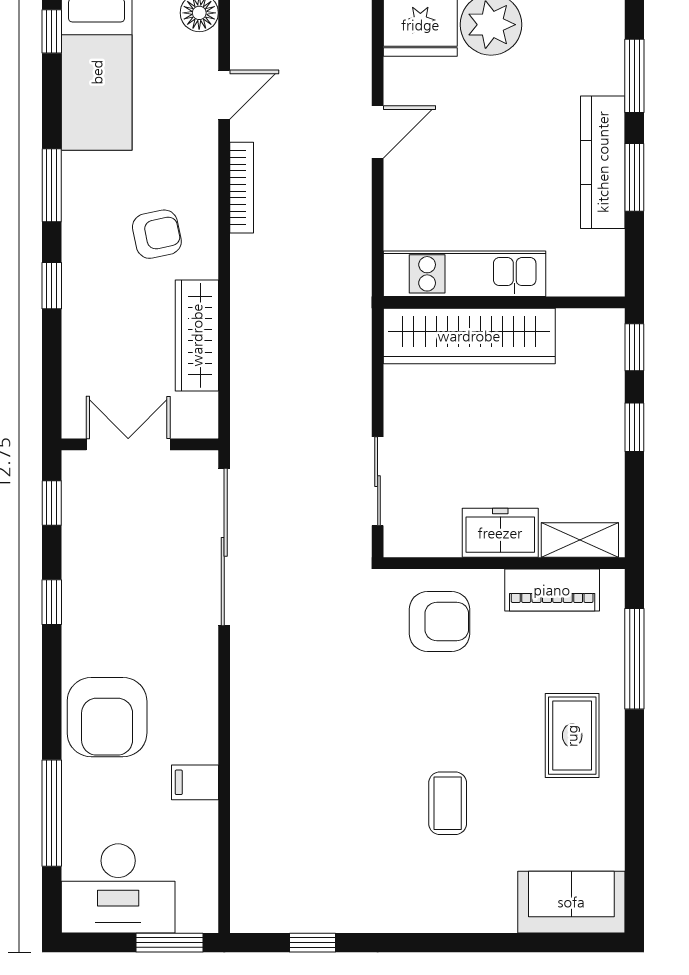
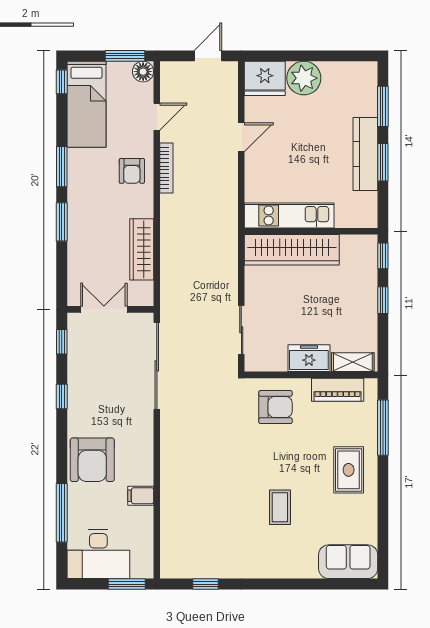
armchair: (157, 234) -> (132, 171), moved, turned 102
window: (52, 286) -> (62, 222), width x1.50

